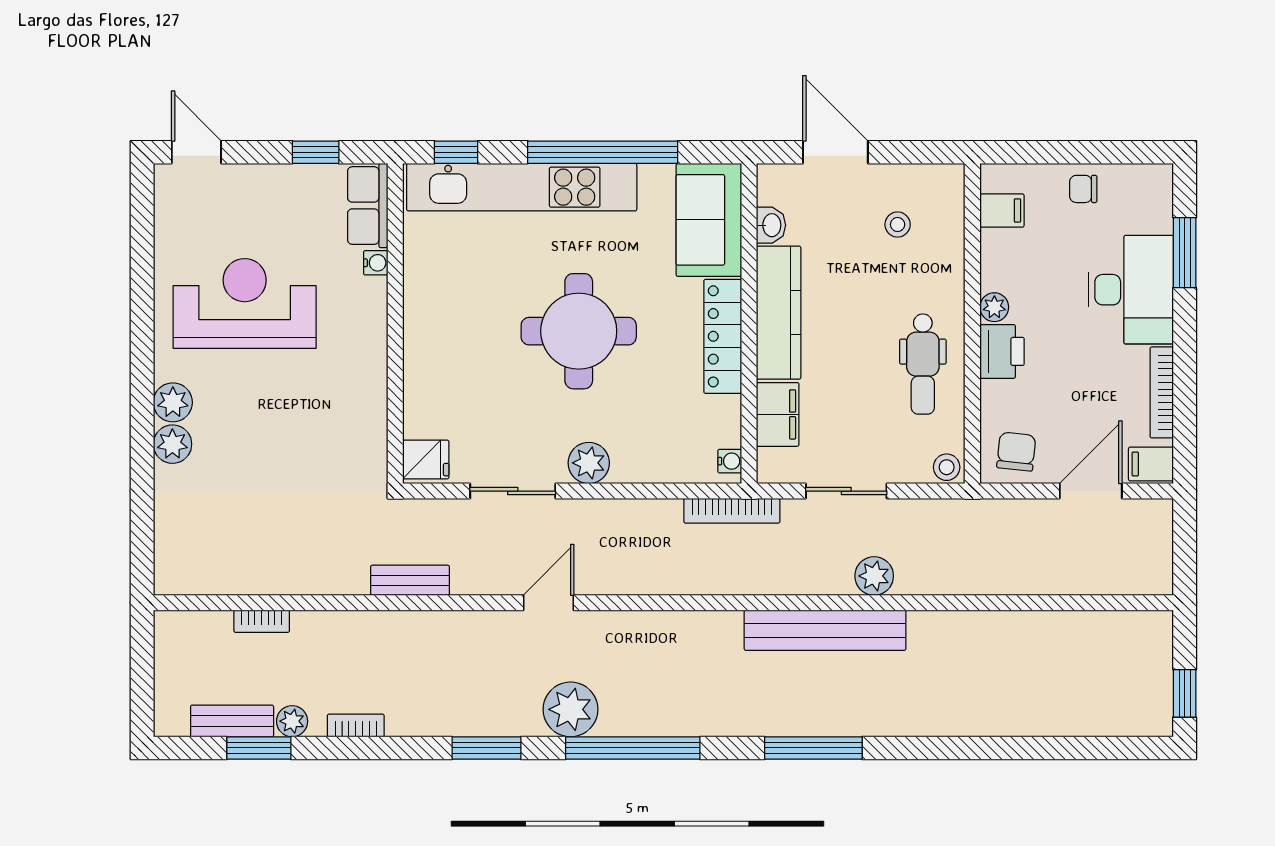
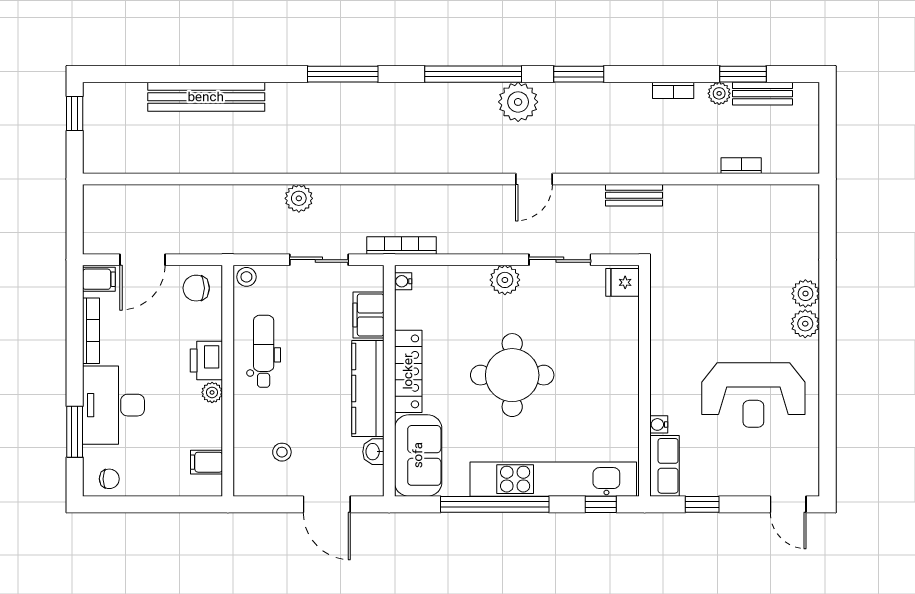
chair: (1083, 189) -> (109, 479), moved
chair: (1016, 452) -> (196, 288), turned 84
bench: (825, 630) -> (206, 97), moved

